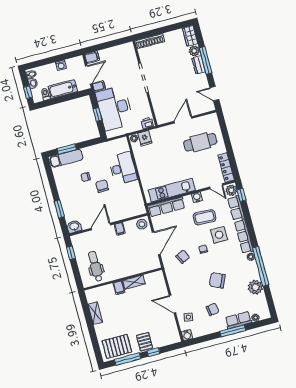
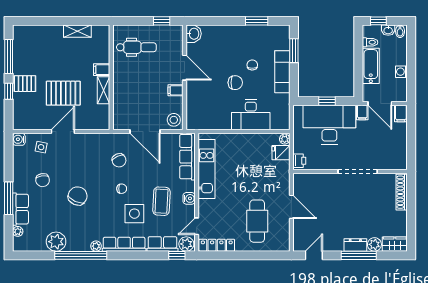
exam couch: (66, 158) -> (282, 72), moved
window: (59, 209) -> (257, 21), moved
pallet: (117, 346) -> (63, 93), moved, turned 90

